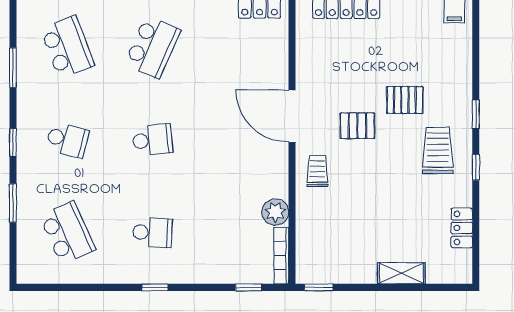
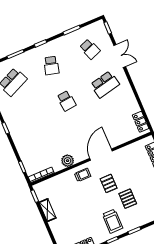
school desk: (67, 47) -> (90, 49), width x0.54
school desk: (152, 47) -> (105, 84), turned -36
trolley: (438, 150) -> (113, 221), turned 90
plant: (275, 212) -> (68, 161), moved
school desk: (152, 233) -> (28, 117), removed
shelving: (401, 273) -> (48, 210), moved

